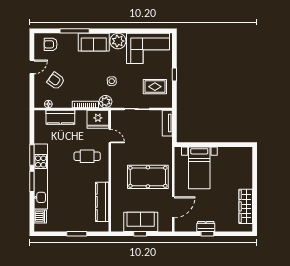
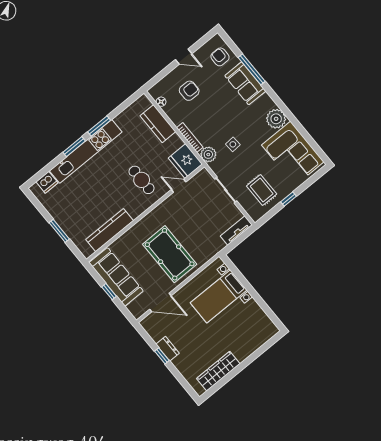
sofa: (94, 42) -> (245, 83), moved
armchair: (56, 81) -> (189, 91), turned 54
door: (110, 136) -> (179, 186), swing flipped
sofa: (141, 222) -> (116, 277), width x1.36

